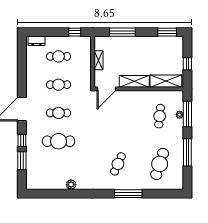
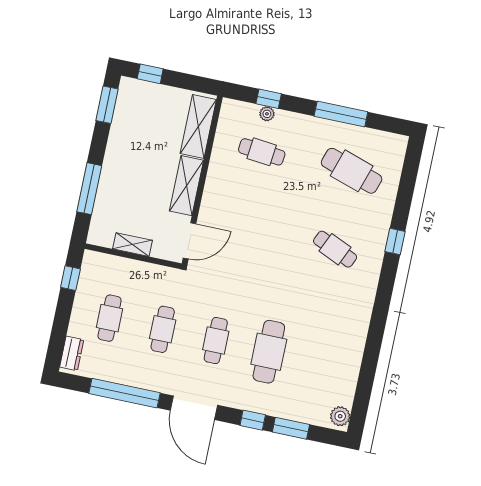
window: (187, 64) -> (150, 74), moved
window: (22, 72) -> (125, 393), added
door: (107, 89) -> (190, 241), hinge flipped
window: (187, 114) -> (269, 99), width x0.46
plant: (71, 185) -> (340, 416), moved
window: (128, 194) -> (395, 242), width x0.46

